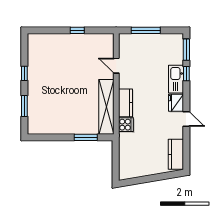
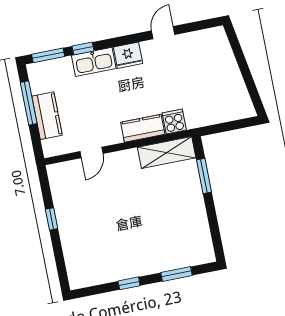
window: (146, 30) -> (29, 103), moved
shelving: (106, 107) -> (167, 153), width x0.68
door: (186, 119) -> (163, 33), moved
kitchen counter: (176, 154) -> (47, 116), moved, turned -90

